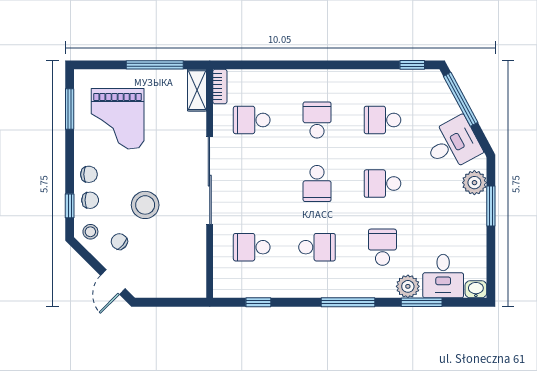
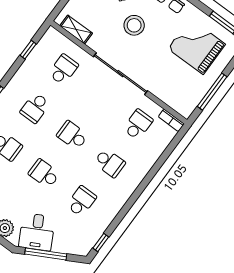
shelving: (197, 90) -> (76, 30), moved
window: (461, 99) -> (46, 254), moved
school desk: (382, 184) -> (44, 174), turned -90

